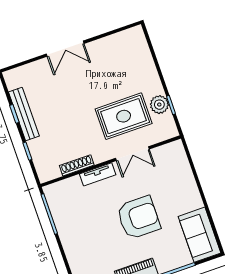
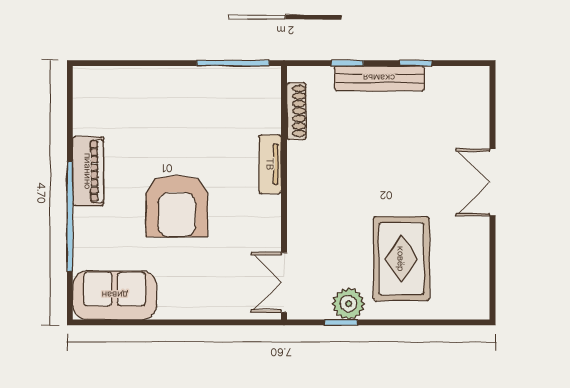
bench: (24, 114) -> (379, 78), moved
rug: (124, 116) -> (401, 259), moved
double door: (132, 154) -> (284, 282), moved
shoe rack: (77, 165) -> (297, 111), moved

